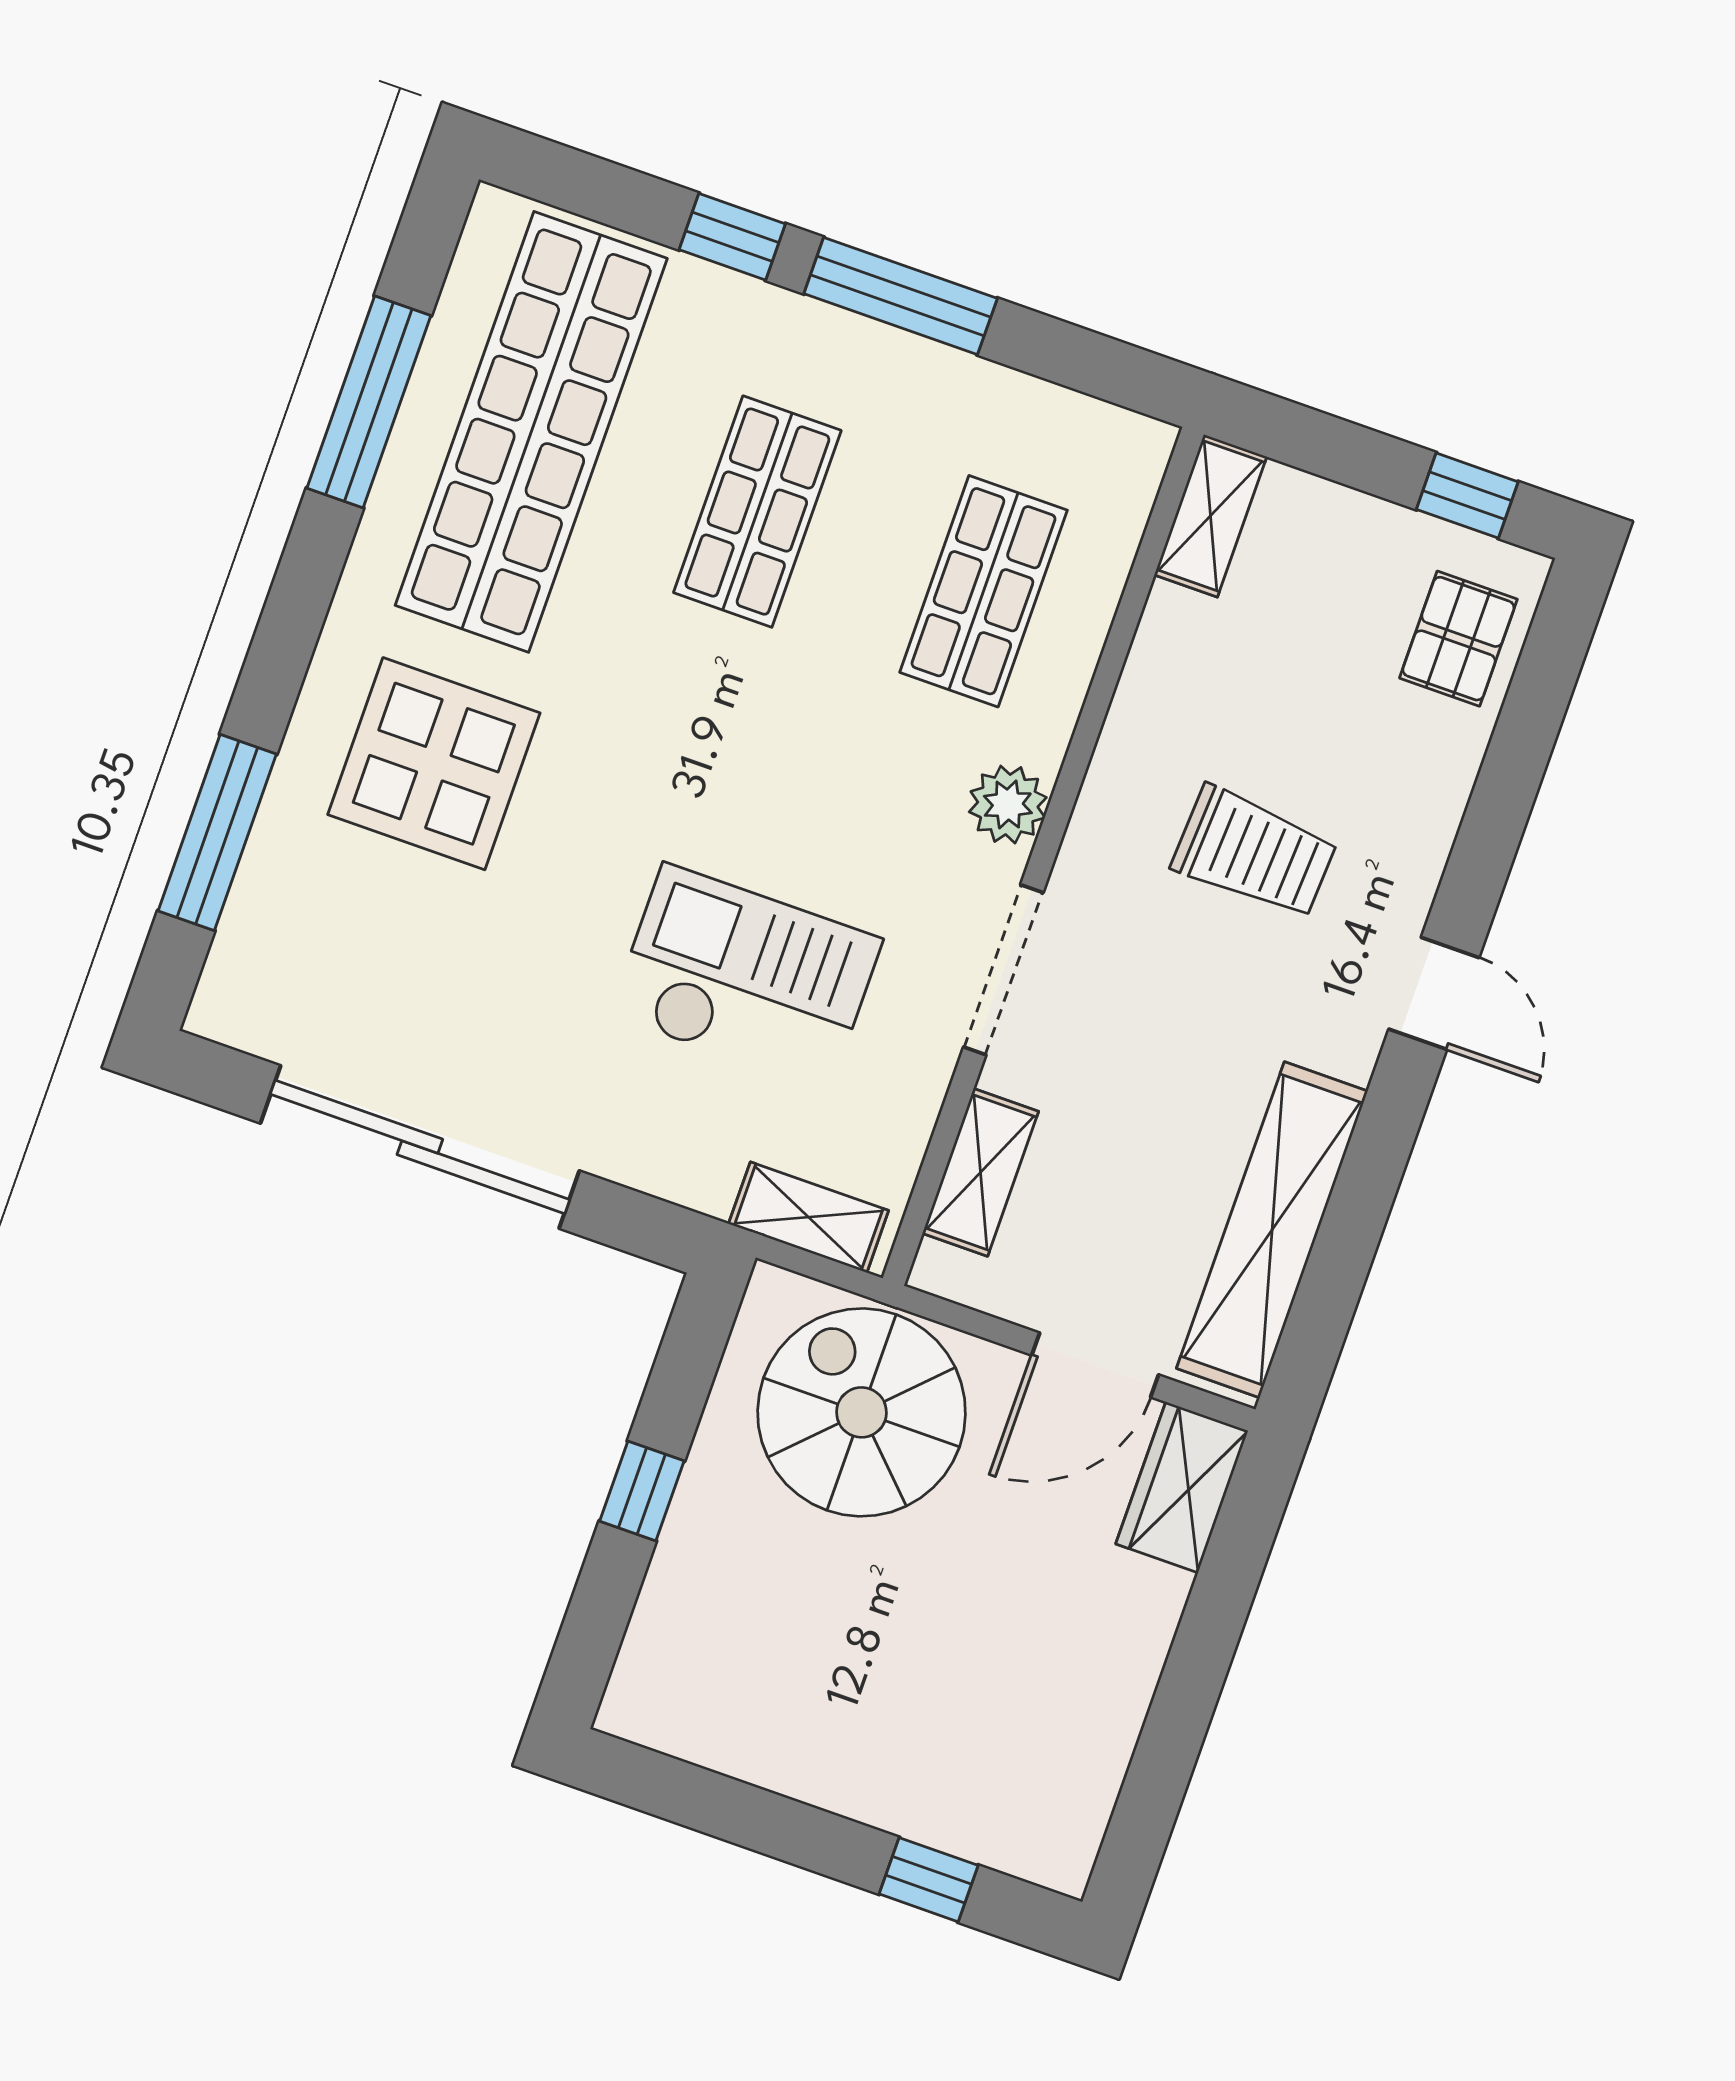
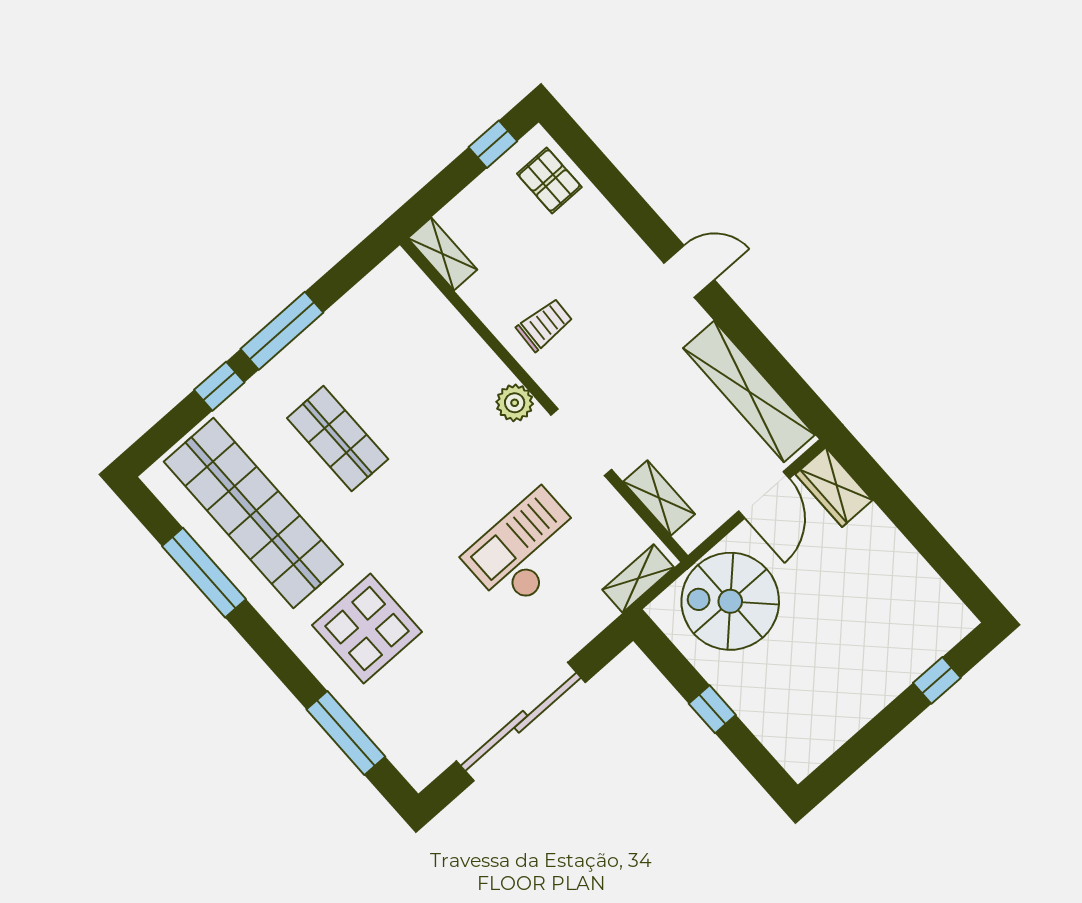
shop shelf: (984, 591) -> (422, 364), removed
trolley: (1254, 853) -> (544, 325), moved, width x0.73, depth x0.72

